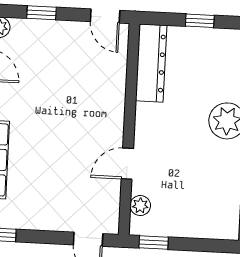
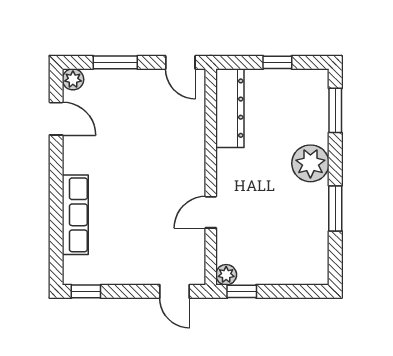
window: (42, 13) -> (115, 62), width x1.50
plant: (140, 206) -> (226, 275), moved

